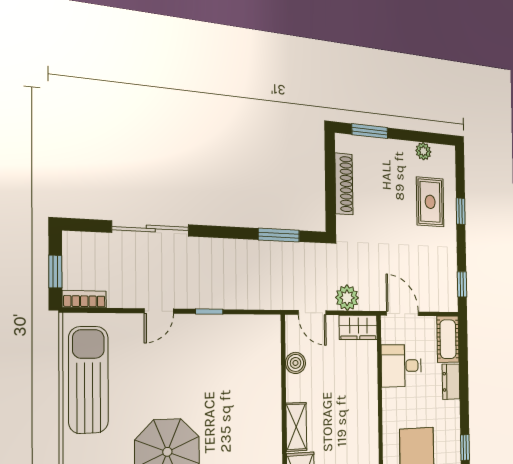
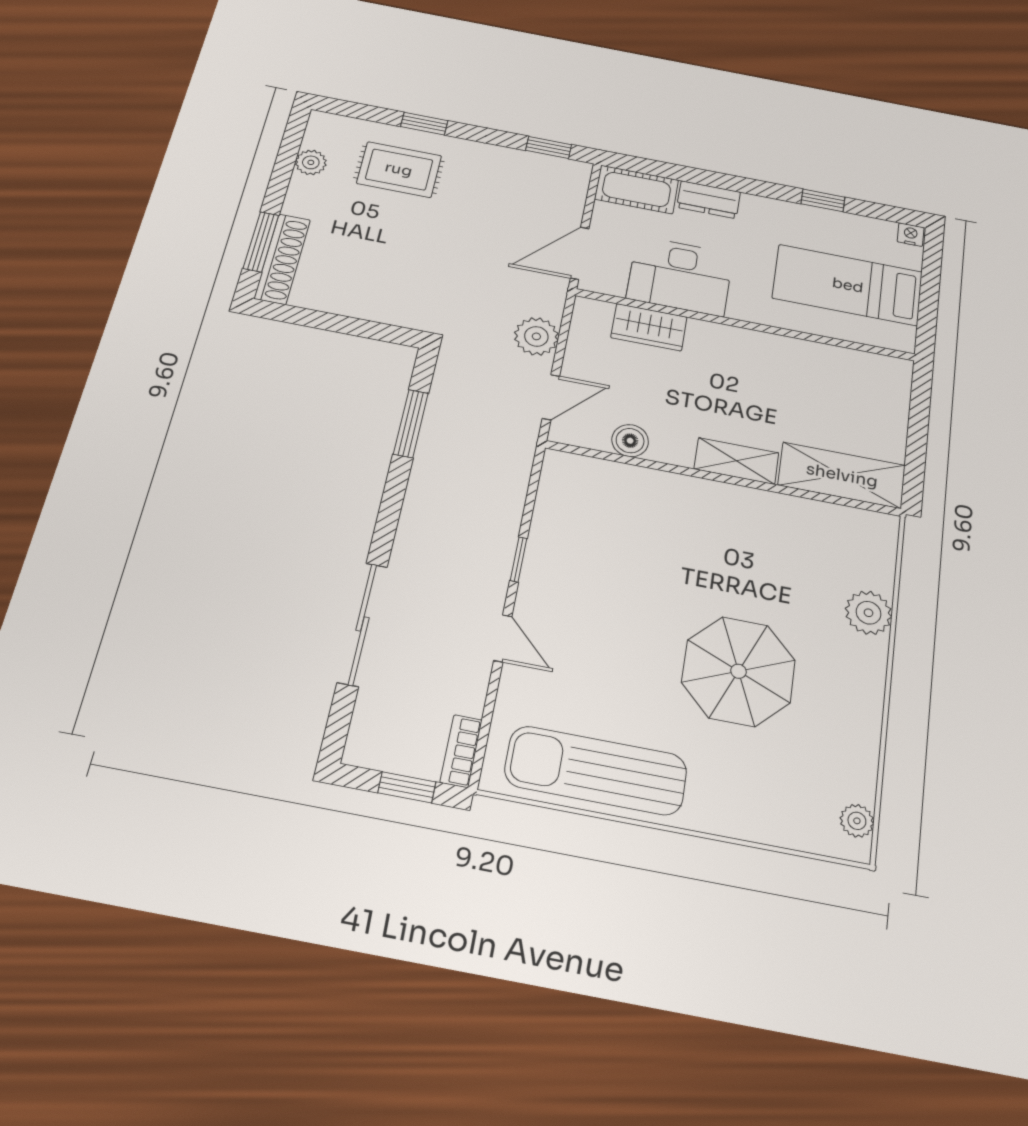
shoe rack: (344, 184) -> (282, 259), moved, turned 90
wardrobe: (358, 327) -> (649, 327), moved, turned 90
desk: (401, 366) -> (680, 276), width x1.37

